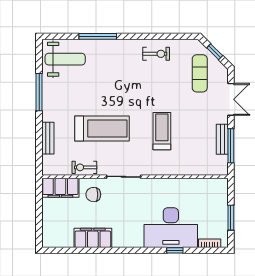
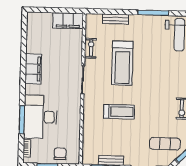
filing cabinet: (60, 188) -> (68, 21), moved, turned -90
chair: (93, 195) -> (60, 154), moved
filing cabinet: (93, 238) -> (33, 69), moved
window: (175, 250) -> (22, 120), width x2.17

